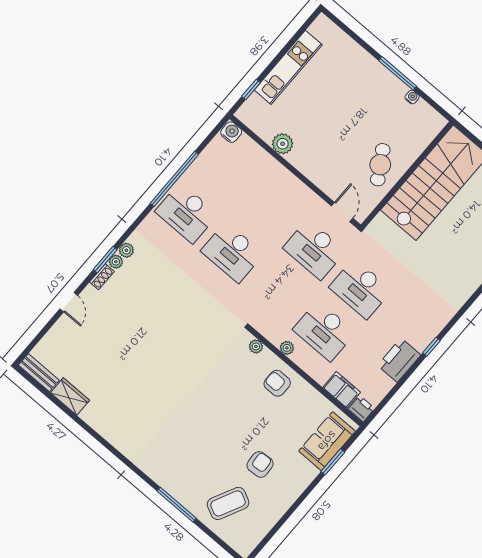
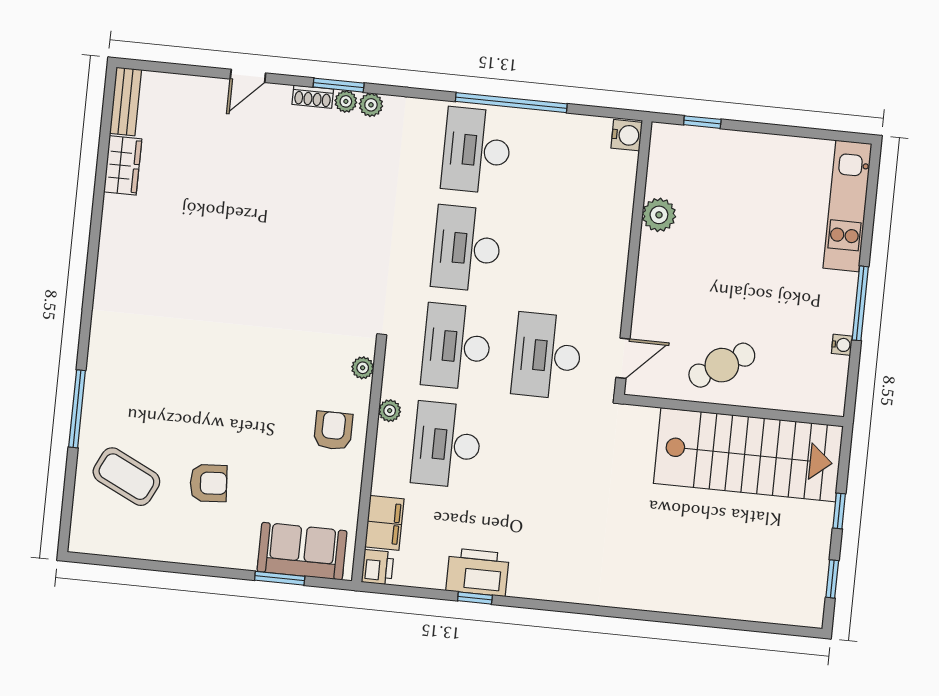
kitchen unit: (288, 67) -> (847, 206), moved, turned 90
desk: (360, 289) -> (457, 347), moved
window: (431, 347) -> (475, 598), moved

